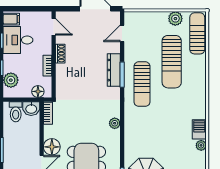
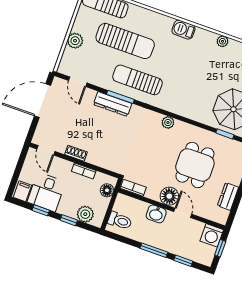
plant: (175, 19) -> (75, 41), moved
door: (54, 27) -> (46, 150), swing flipped
sun lounger: (142, 84) -> (137, 80), turned 180
washbasin: (31, 109) -> (156, 214), moved, turned 90
barbecue: (199, 129) -> (183, 30), moved

